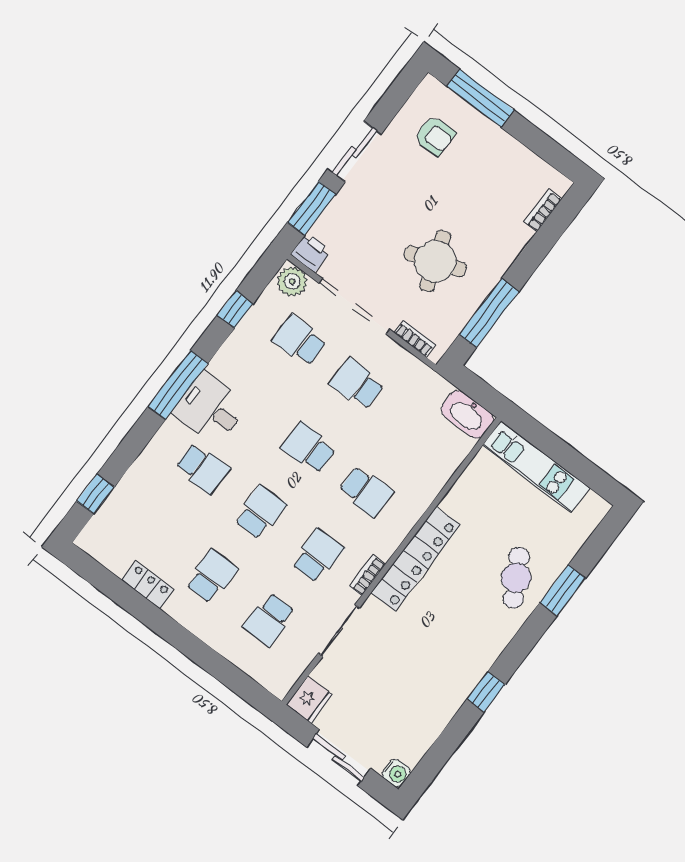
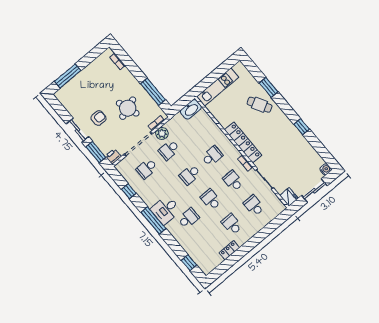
armchair: (435, 136) -> (99, 118), moved
plant: (292, 281) -> (162, 133), moved
school desk: (269, 620) -> (254, 206), turned 180

